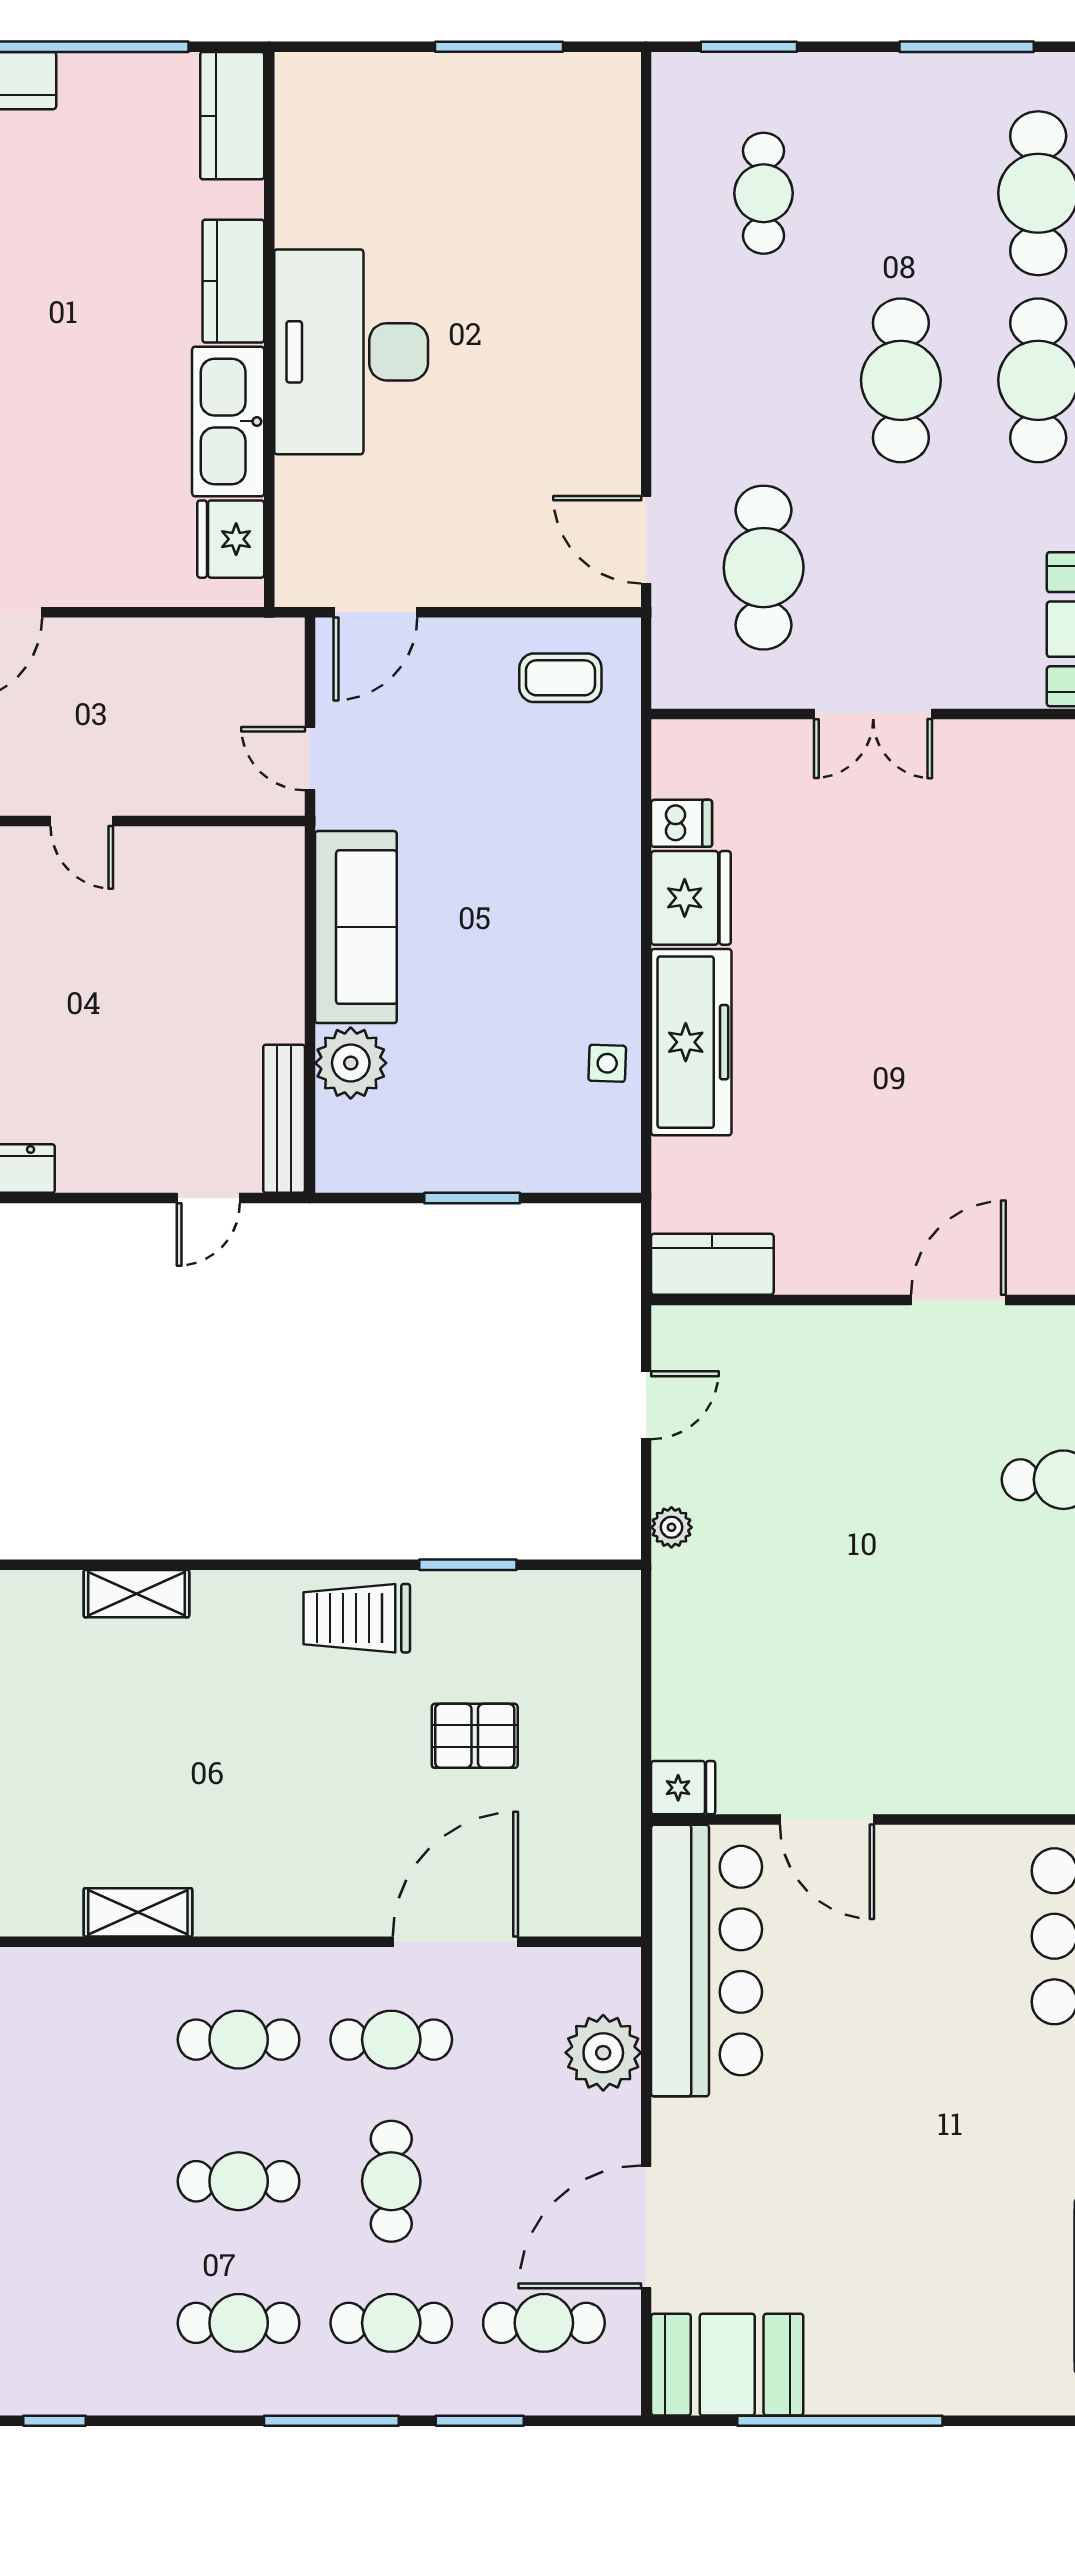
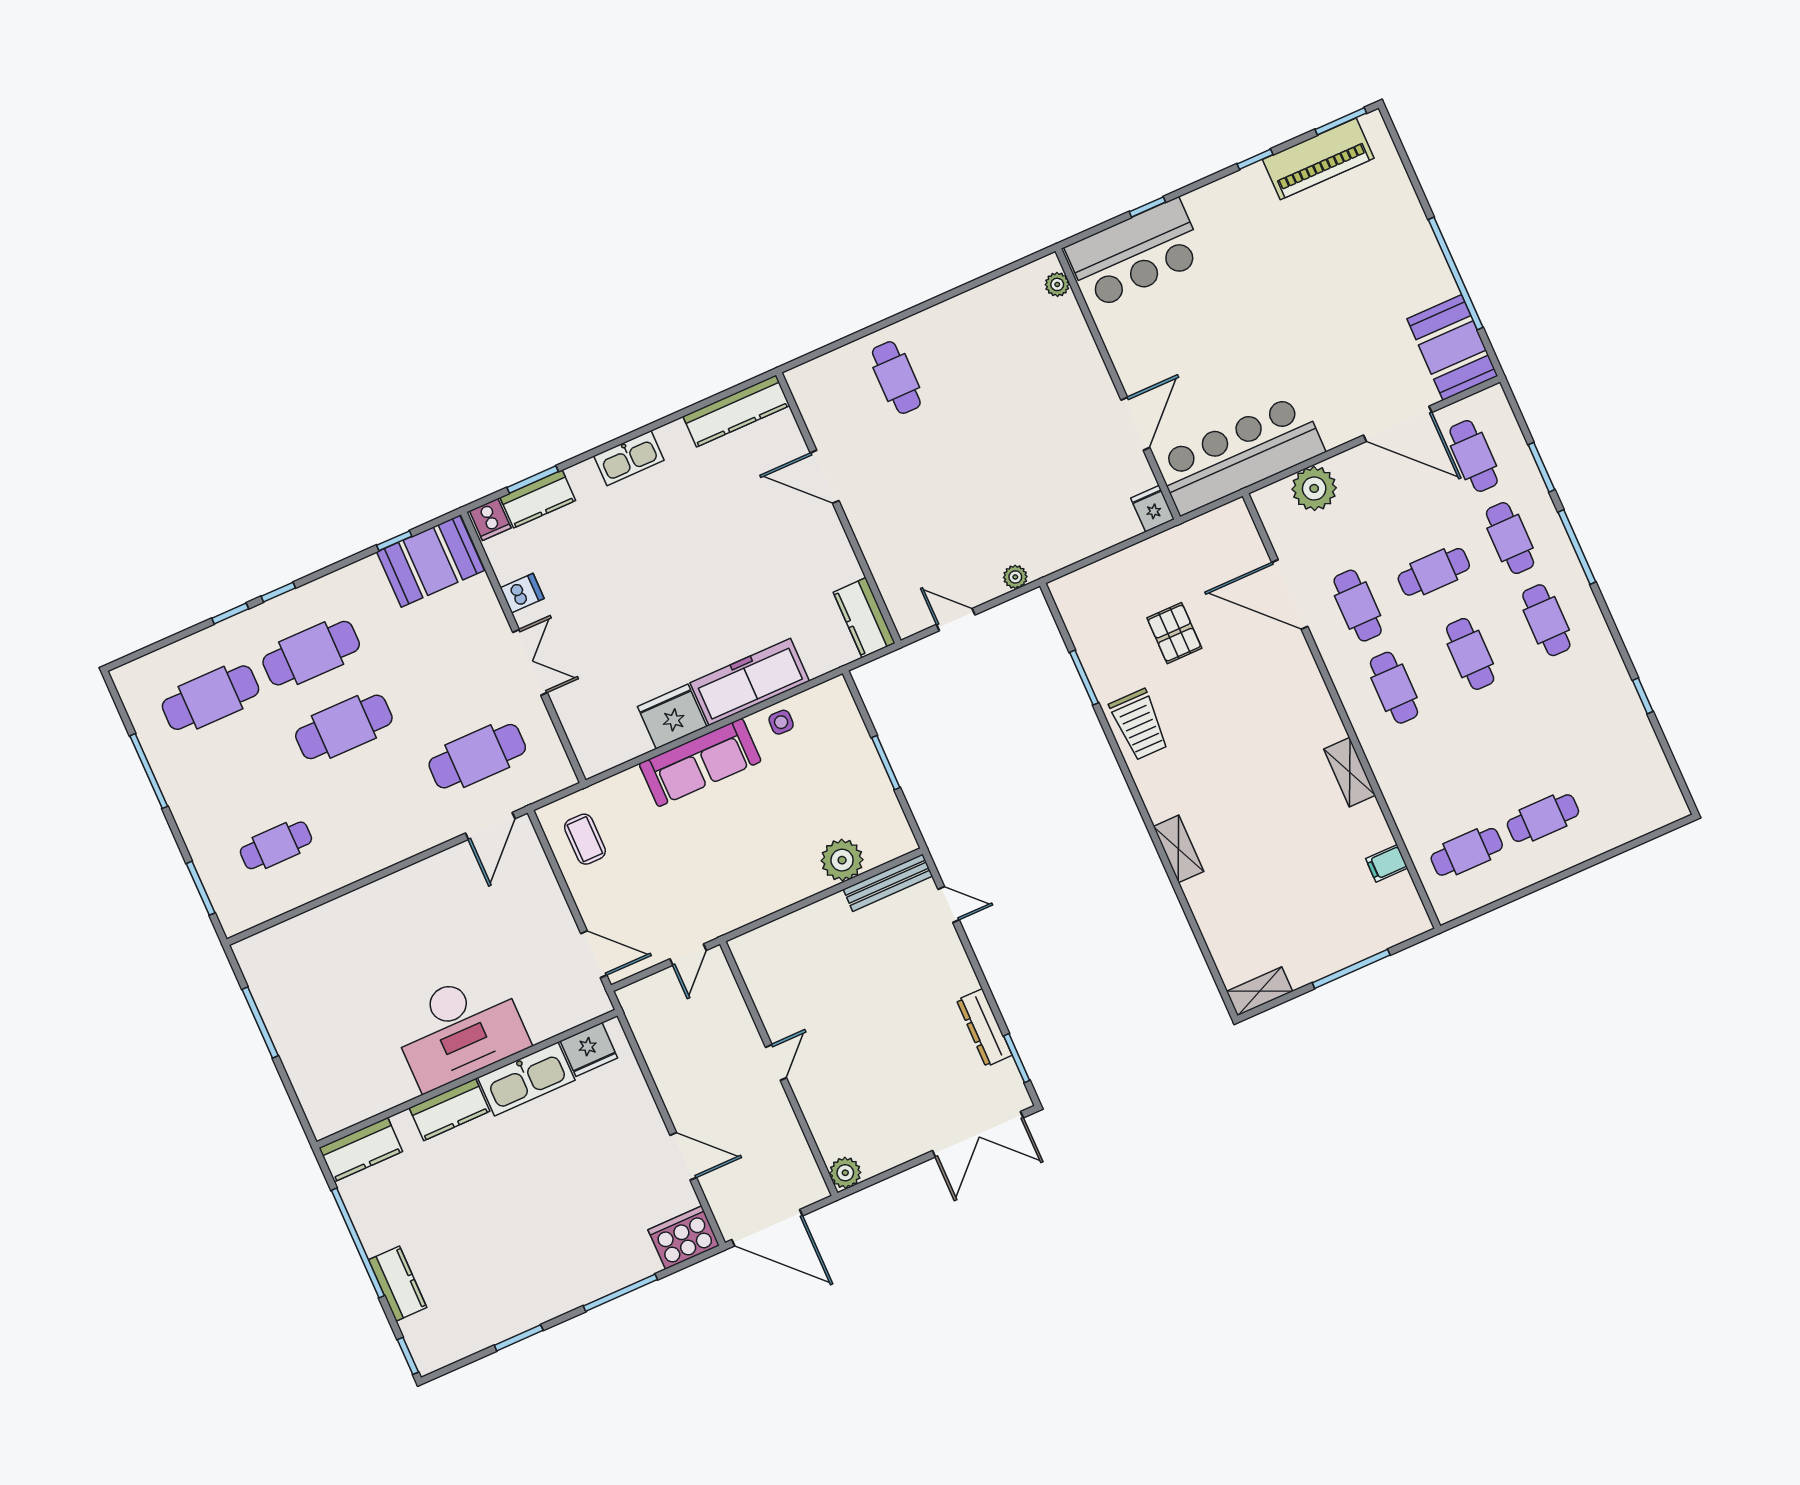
dishwasher: (682, 823) -> (522, 593), moved, turned 90
sofa: (356, 927) -> (700, 762), moved, turned 180

